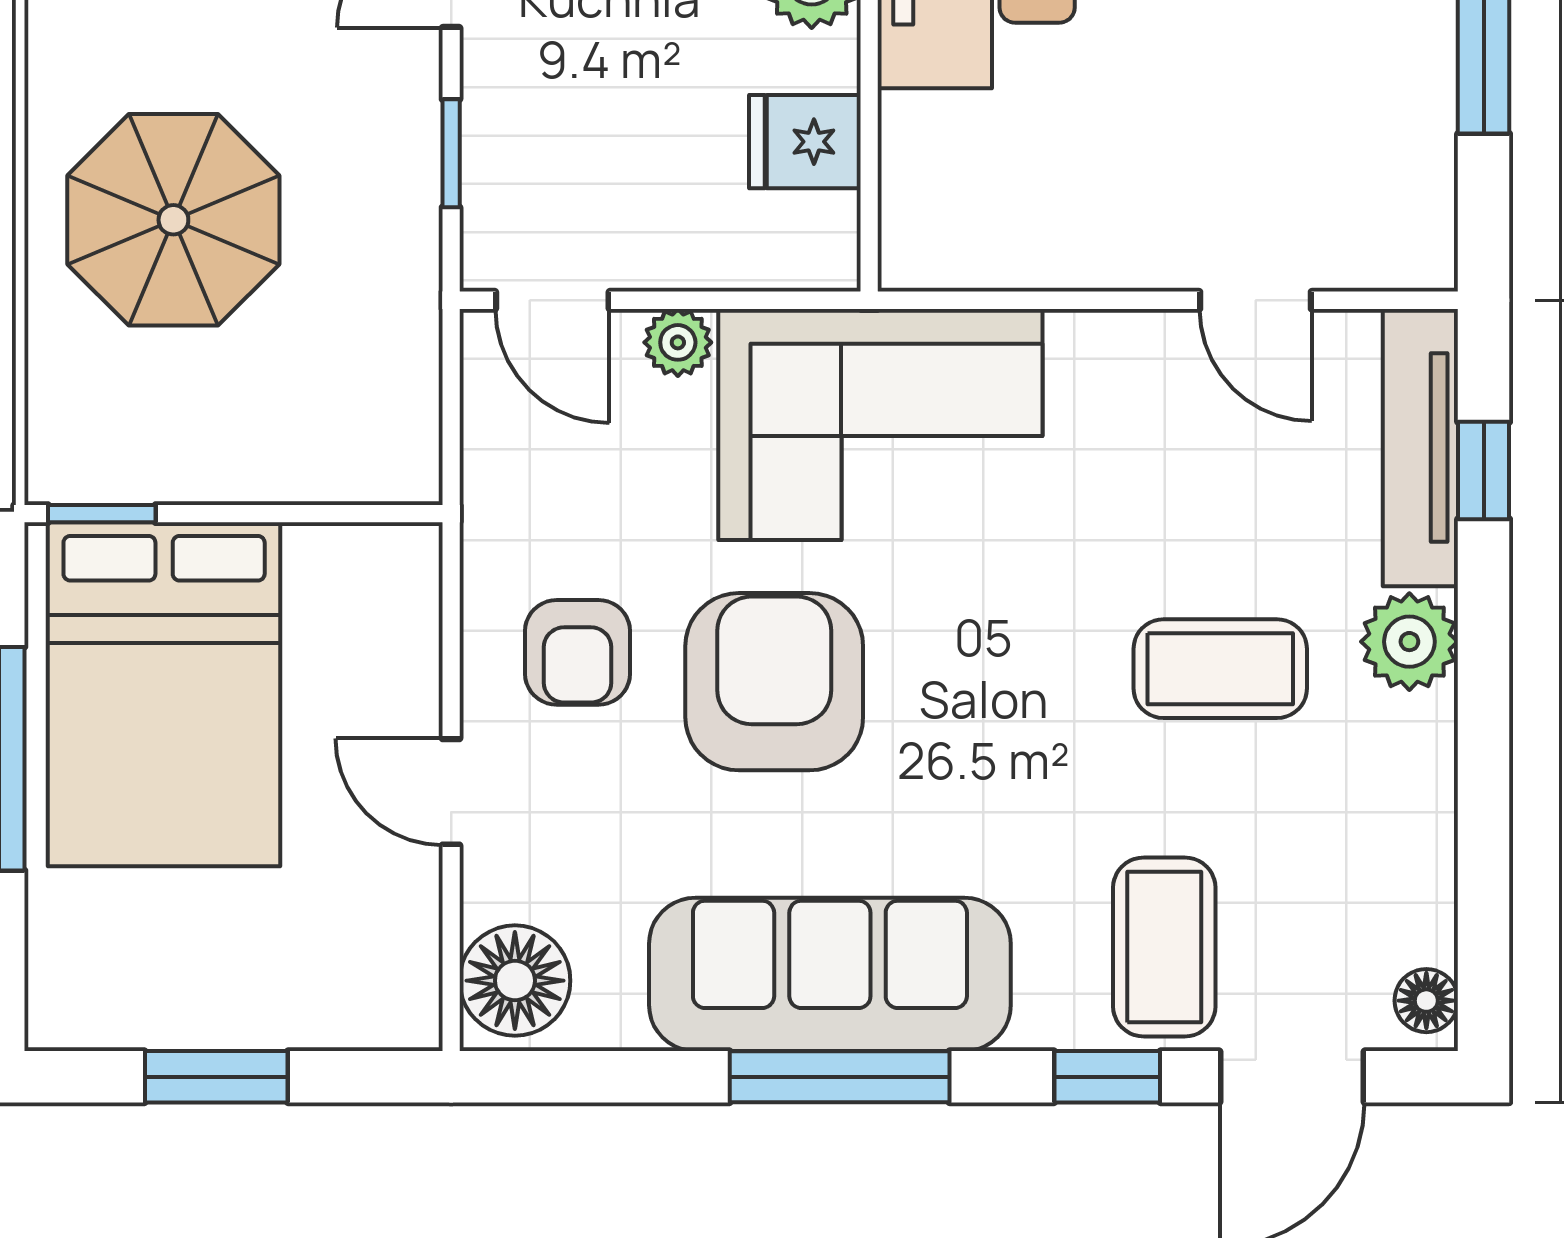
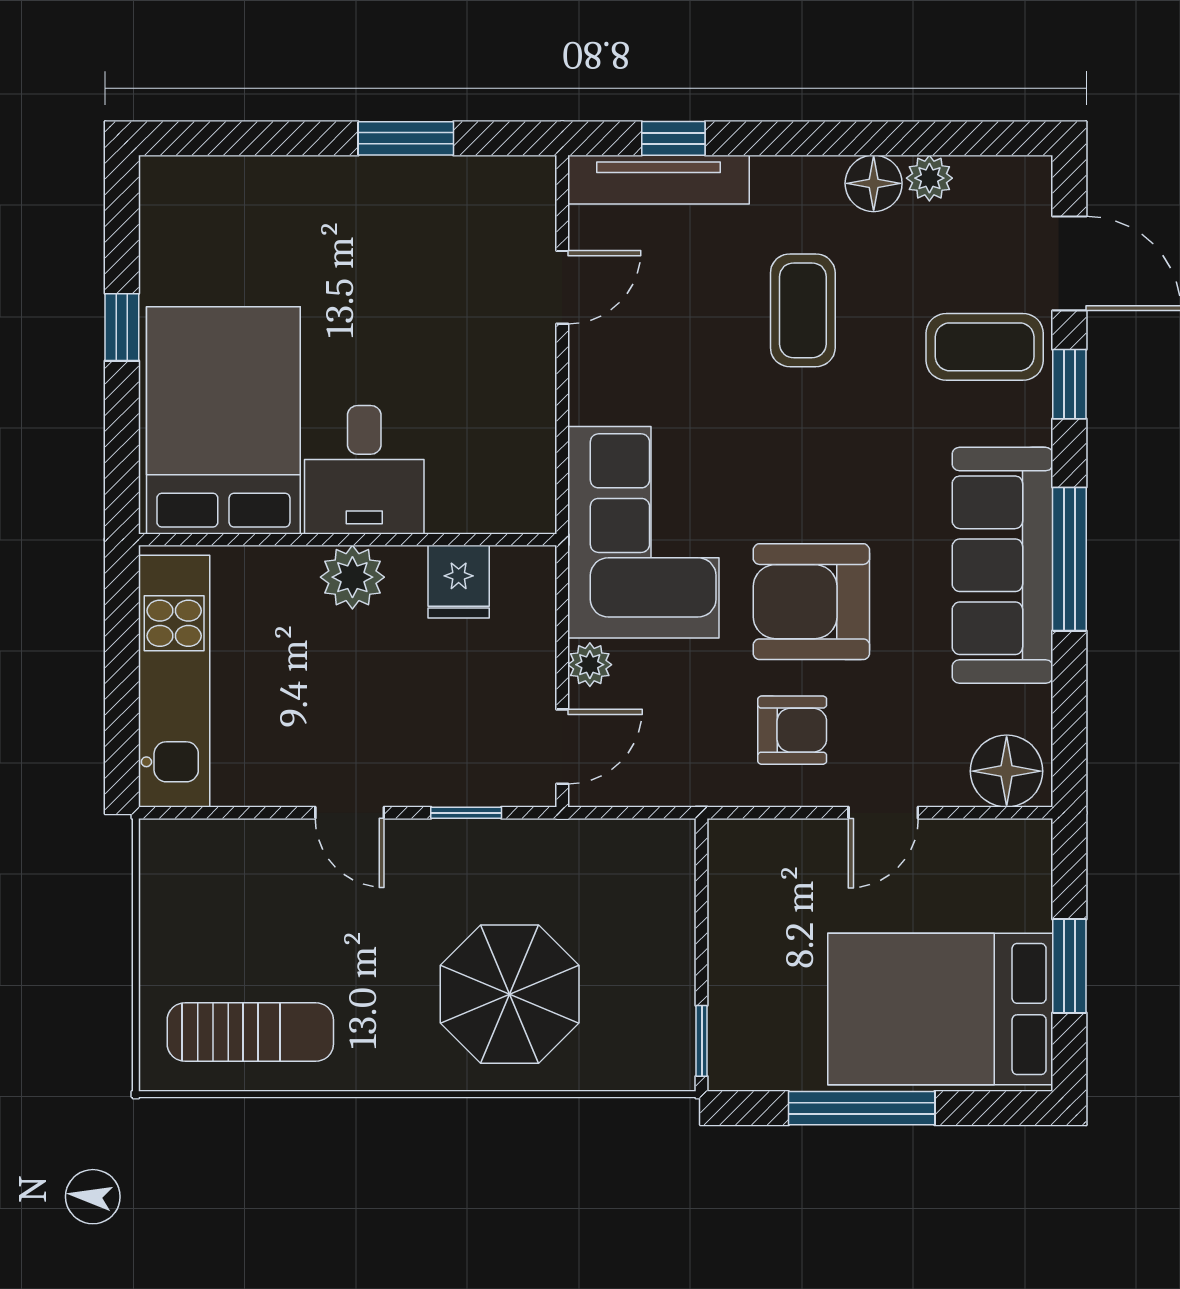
plant: (1409, 642) -> (929, 178), moved, width x0.73, depth x0.73
bed: (164, 694) -> (940, 1009), moved, turned 180
floor lamp: (1426, 1001) -> (874, 183), moved, width x1.37, depth x1.37

